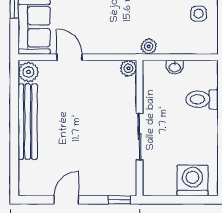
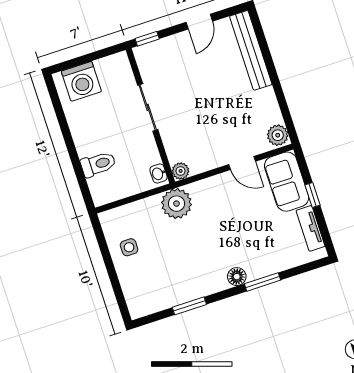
plant: (149, 46) -> (177, 204), width x1.88, depth x1.88
washbasin: (175, 67) -> (158, 174), moved, turned -90
bench: (28, 122) -> (251, 50), moved

